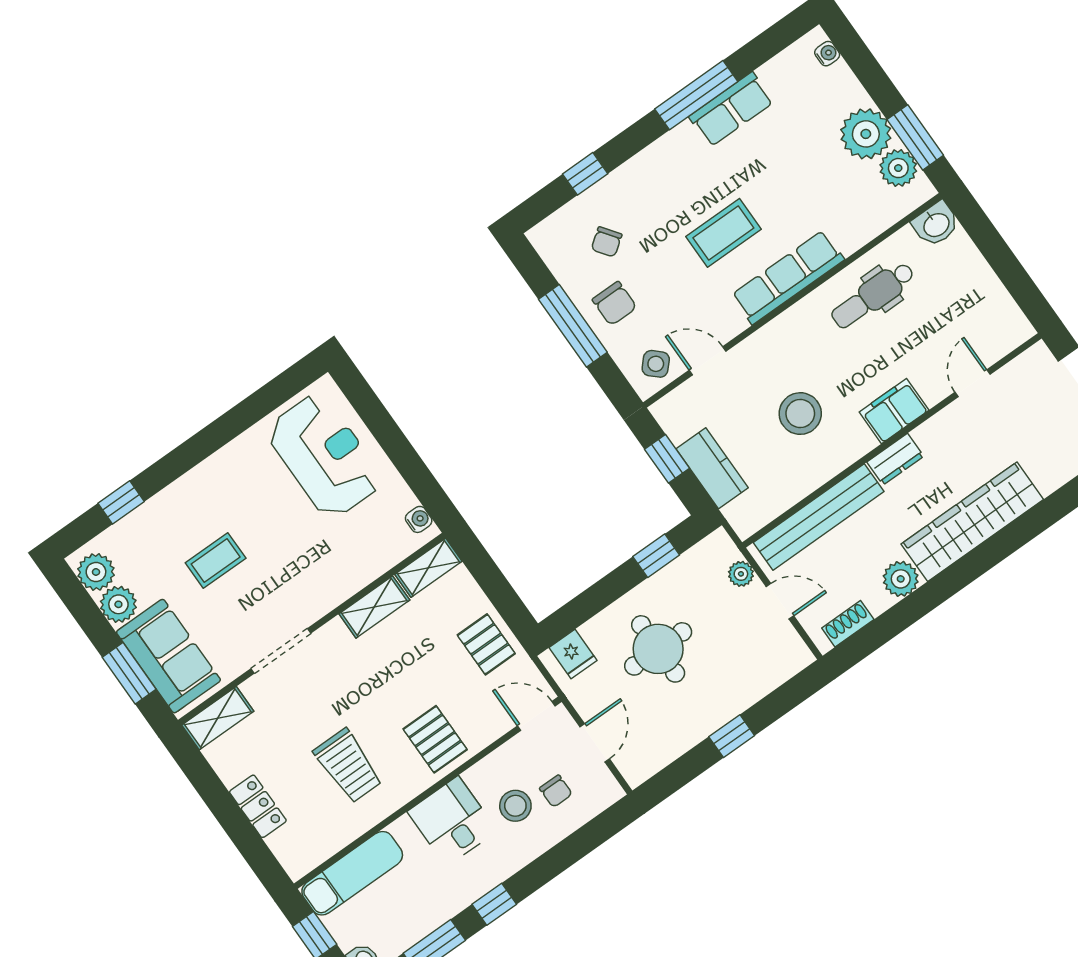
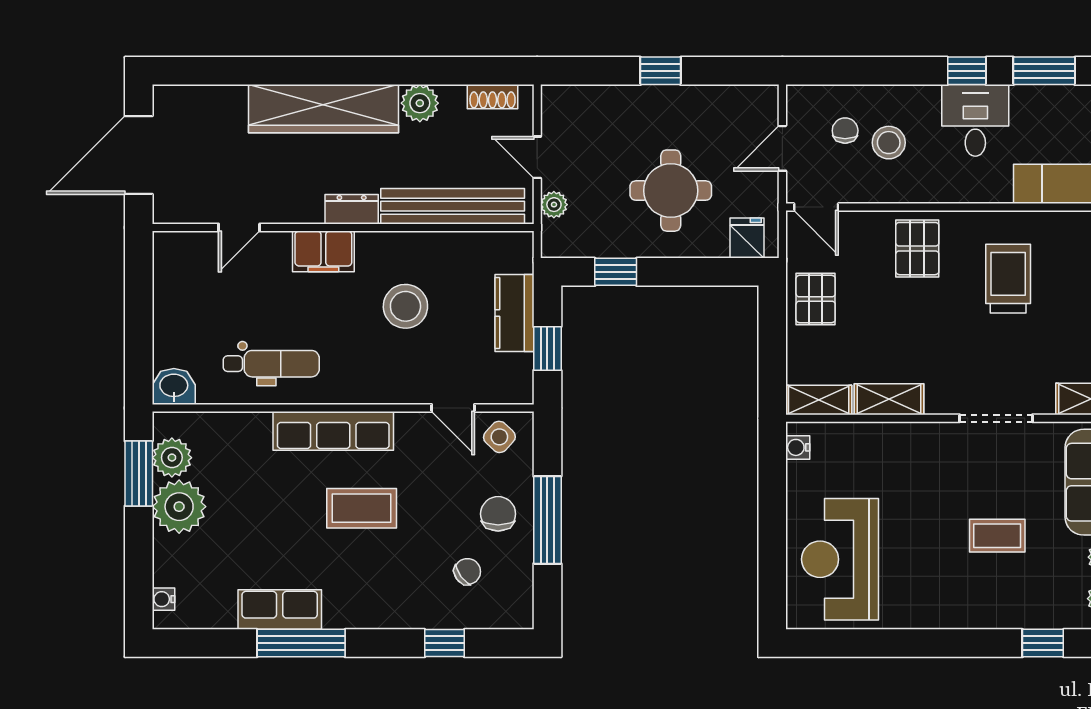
desk: (452, 821) -> (975, 120), moved, turned 180

